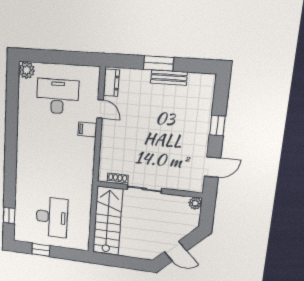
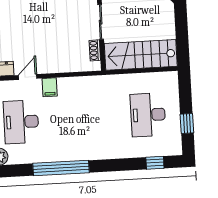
window: (11, 129) -> (61, 168), added
desk: (52, 217) -> (148, 115), turned -90

